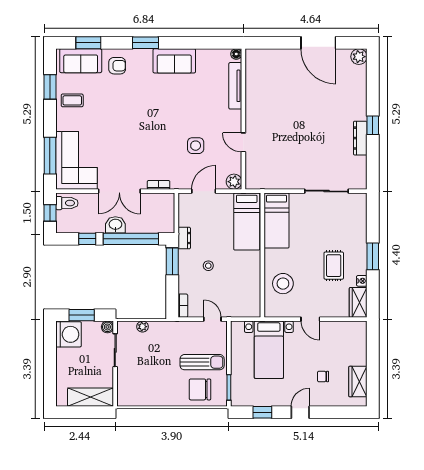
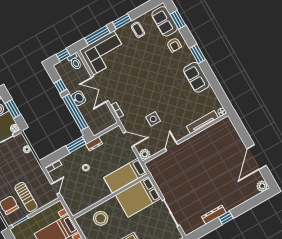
window: (50, 87) -> (122, 21), moved
bed: (277, 220) -> (138, 197), width x1.50

